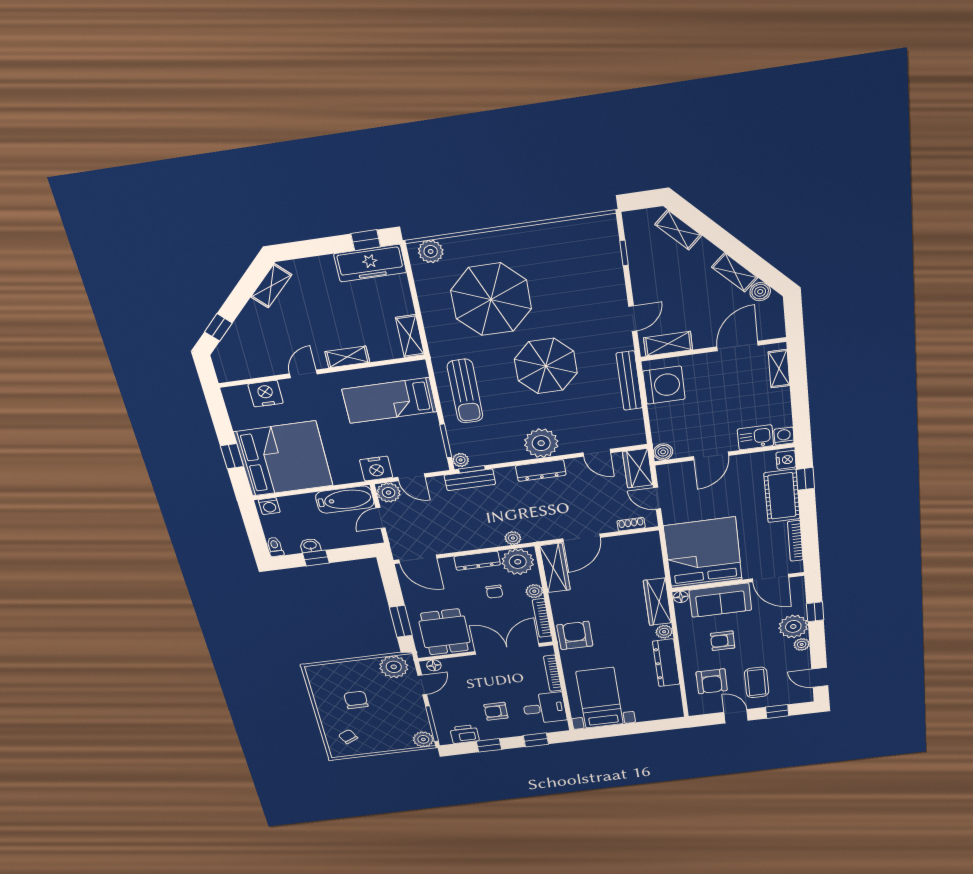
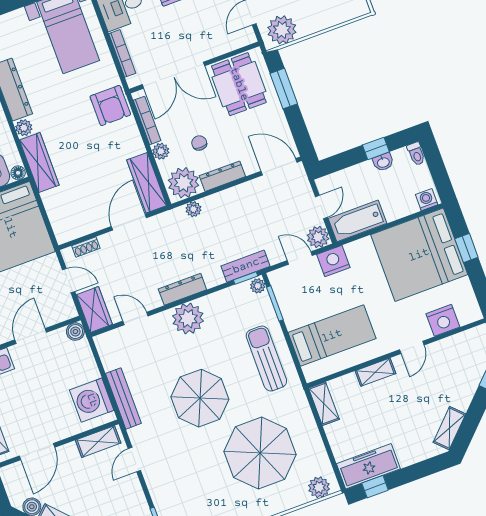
floor lamp: (434, 665) -> (242, 40), removed

